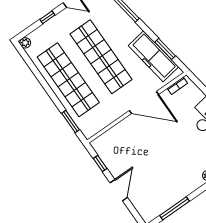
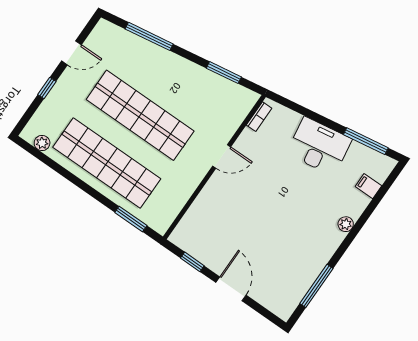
plant: (25, 43) -> (42, 143), moved
freezer: (153, 56) -> (212, 88), removed
door: (144, 102) -> (222, 156), width x0.53

